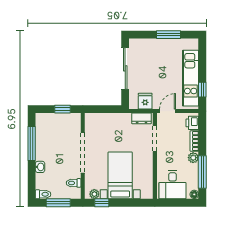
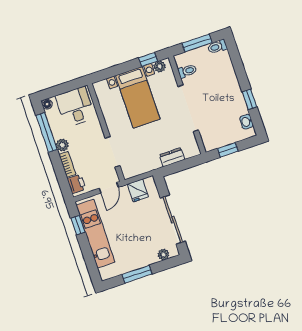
plant: (142, 43) -> (163, 255), added
dresser: (142, 118) -> (172, 157), moved
window: (32, 144) -> (249, 99), width x0.46
washbasin: (40, 167) -> (246, 122), moved

